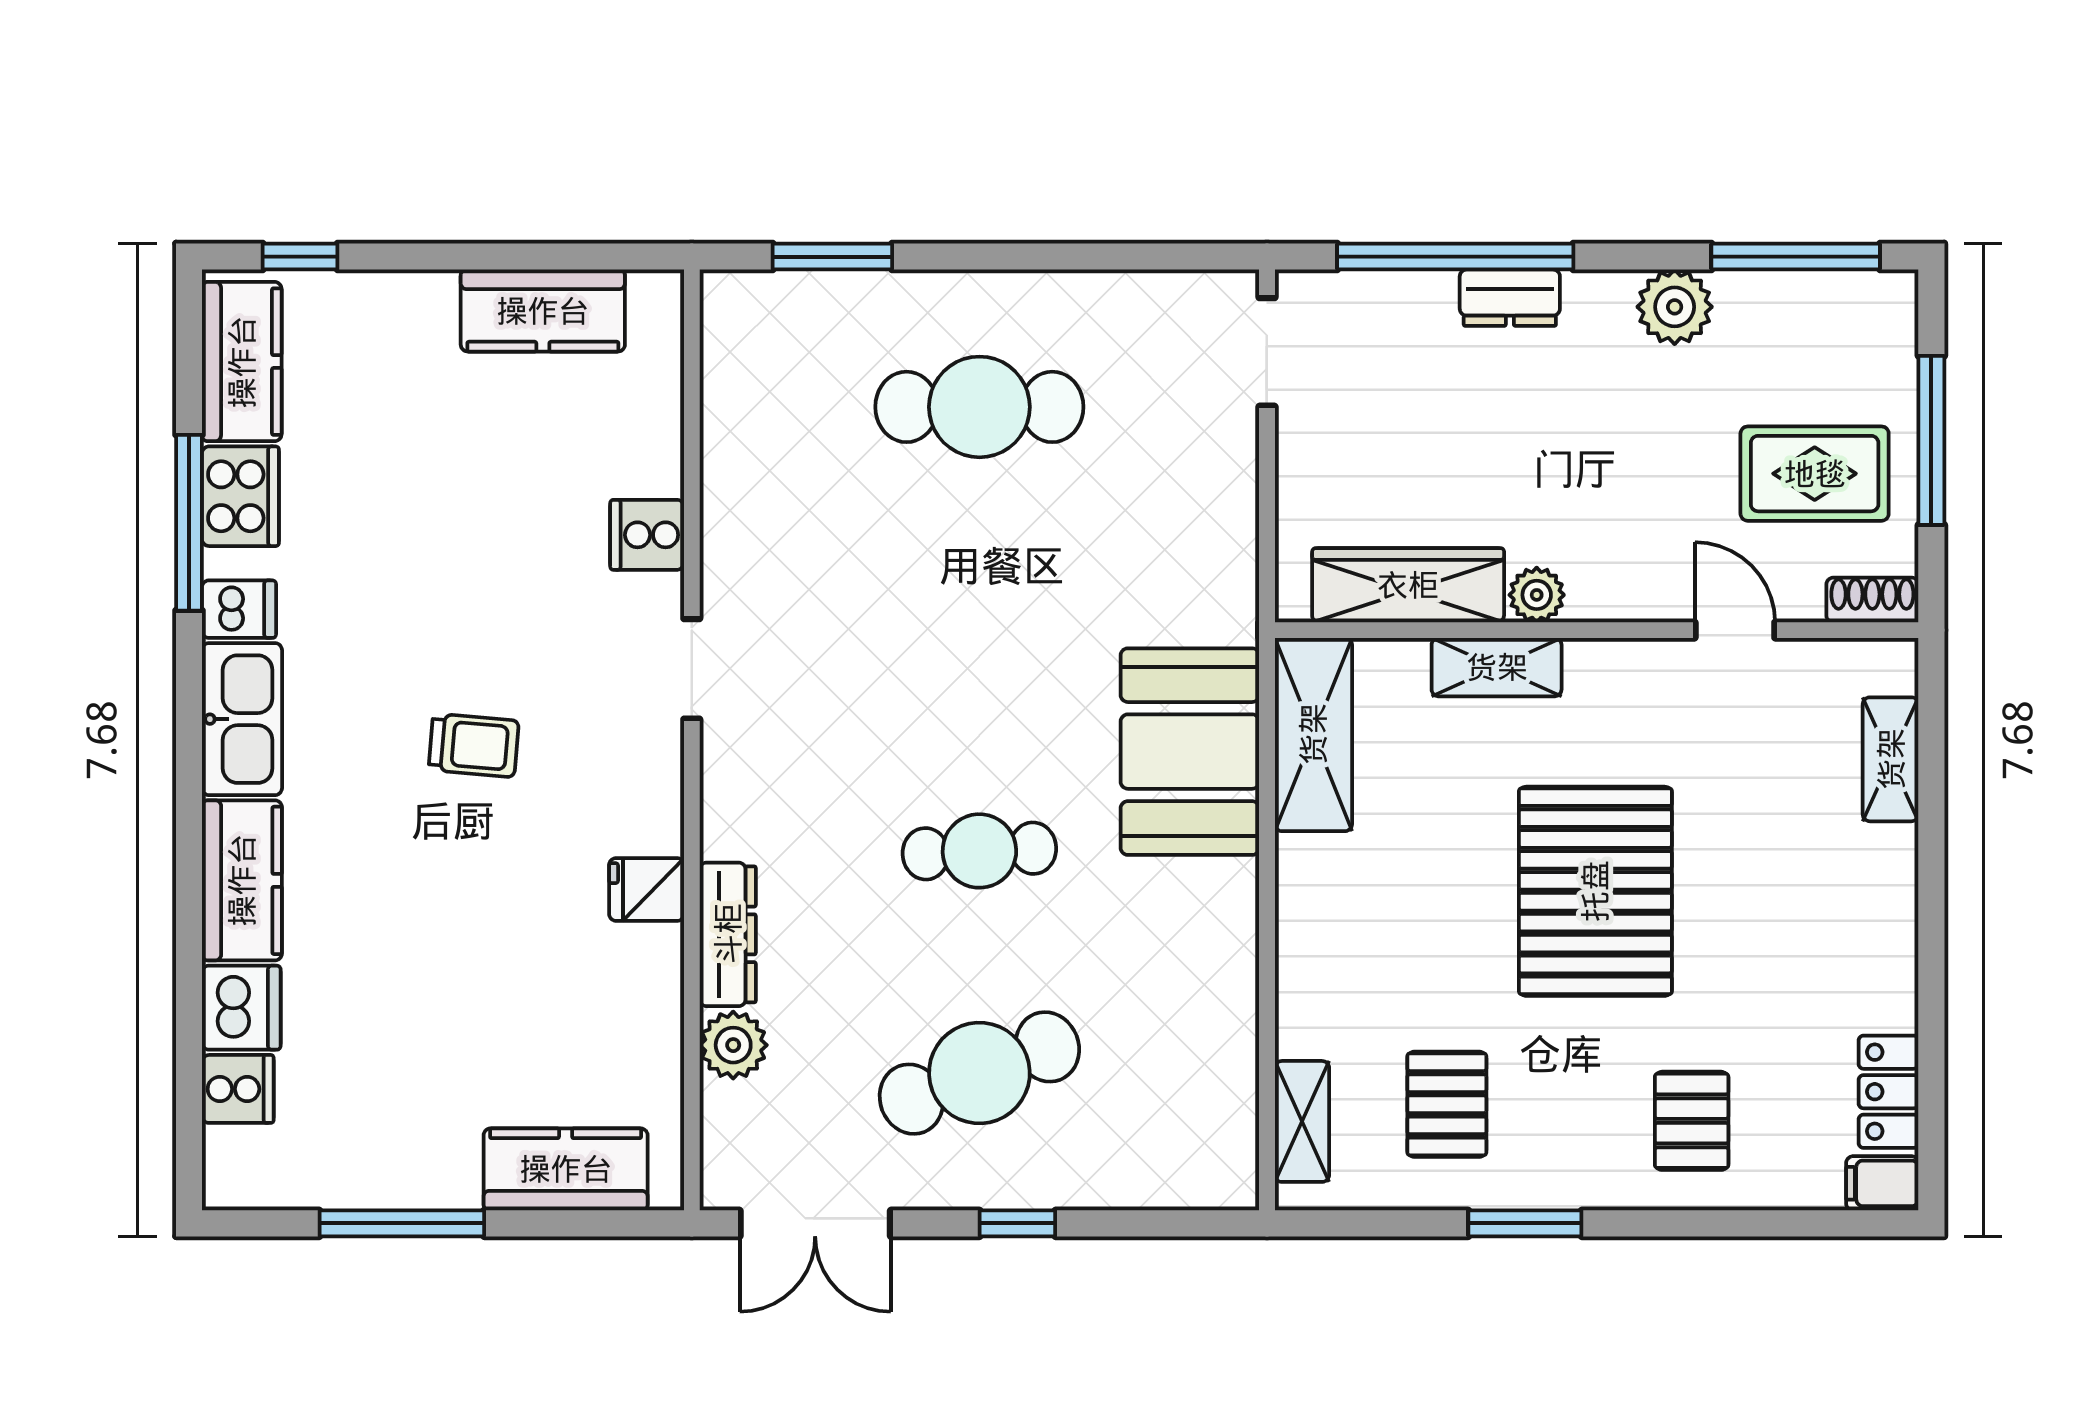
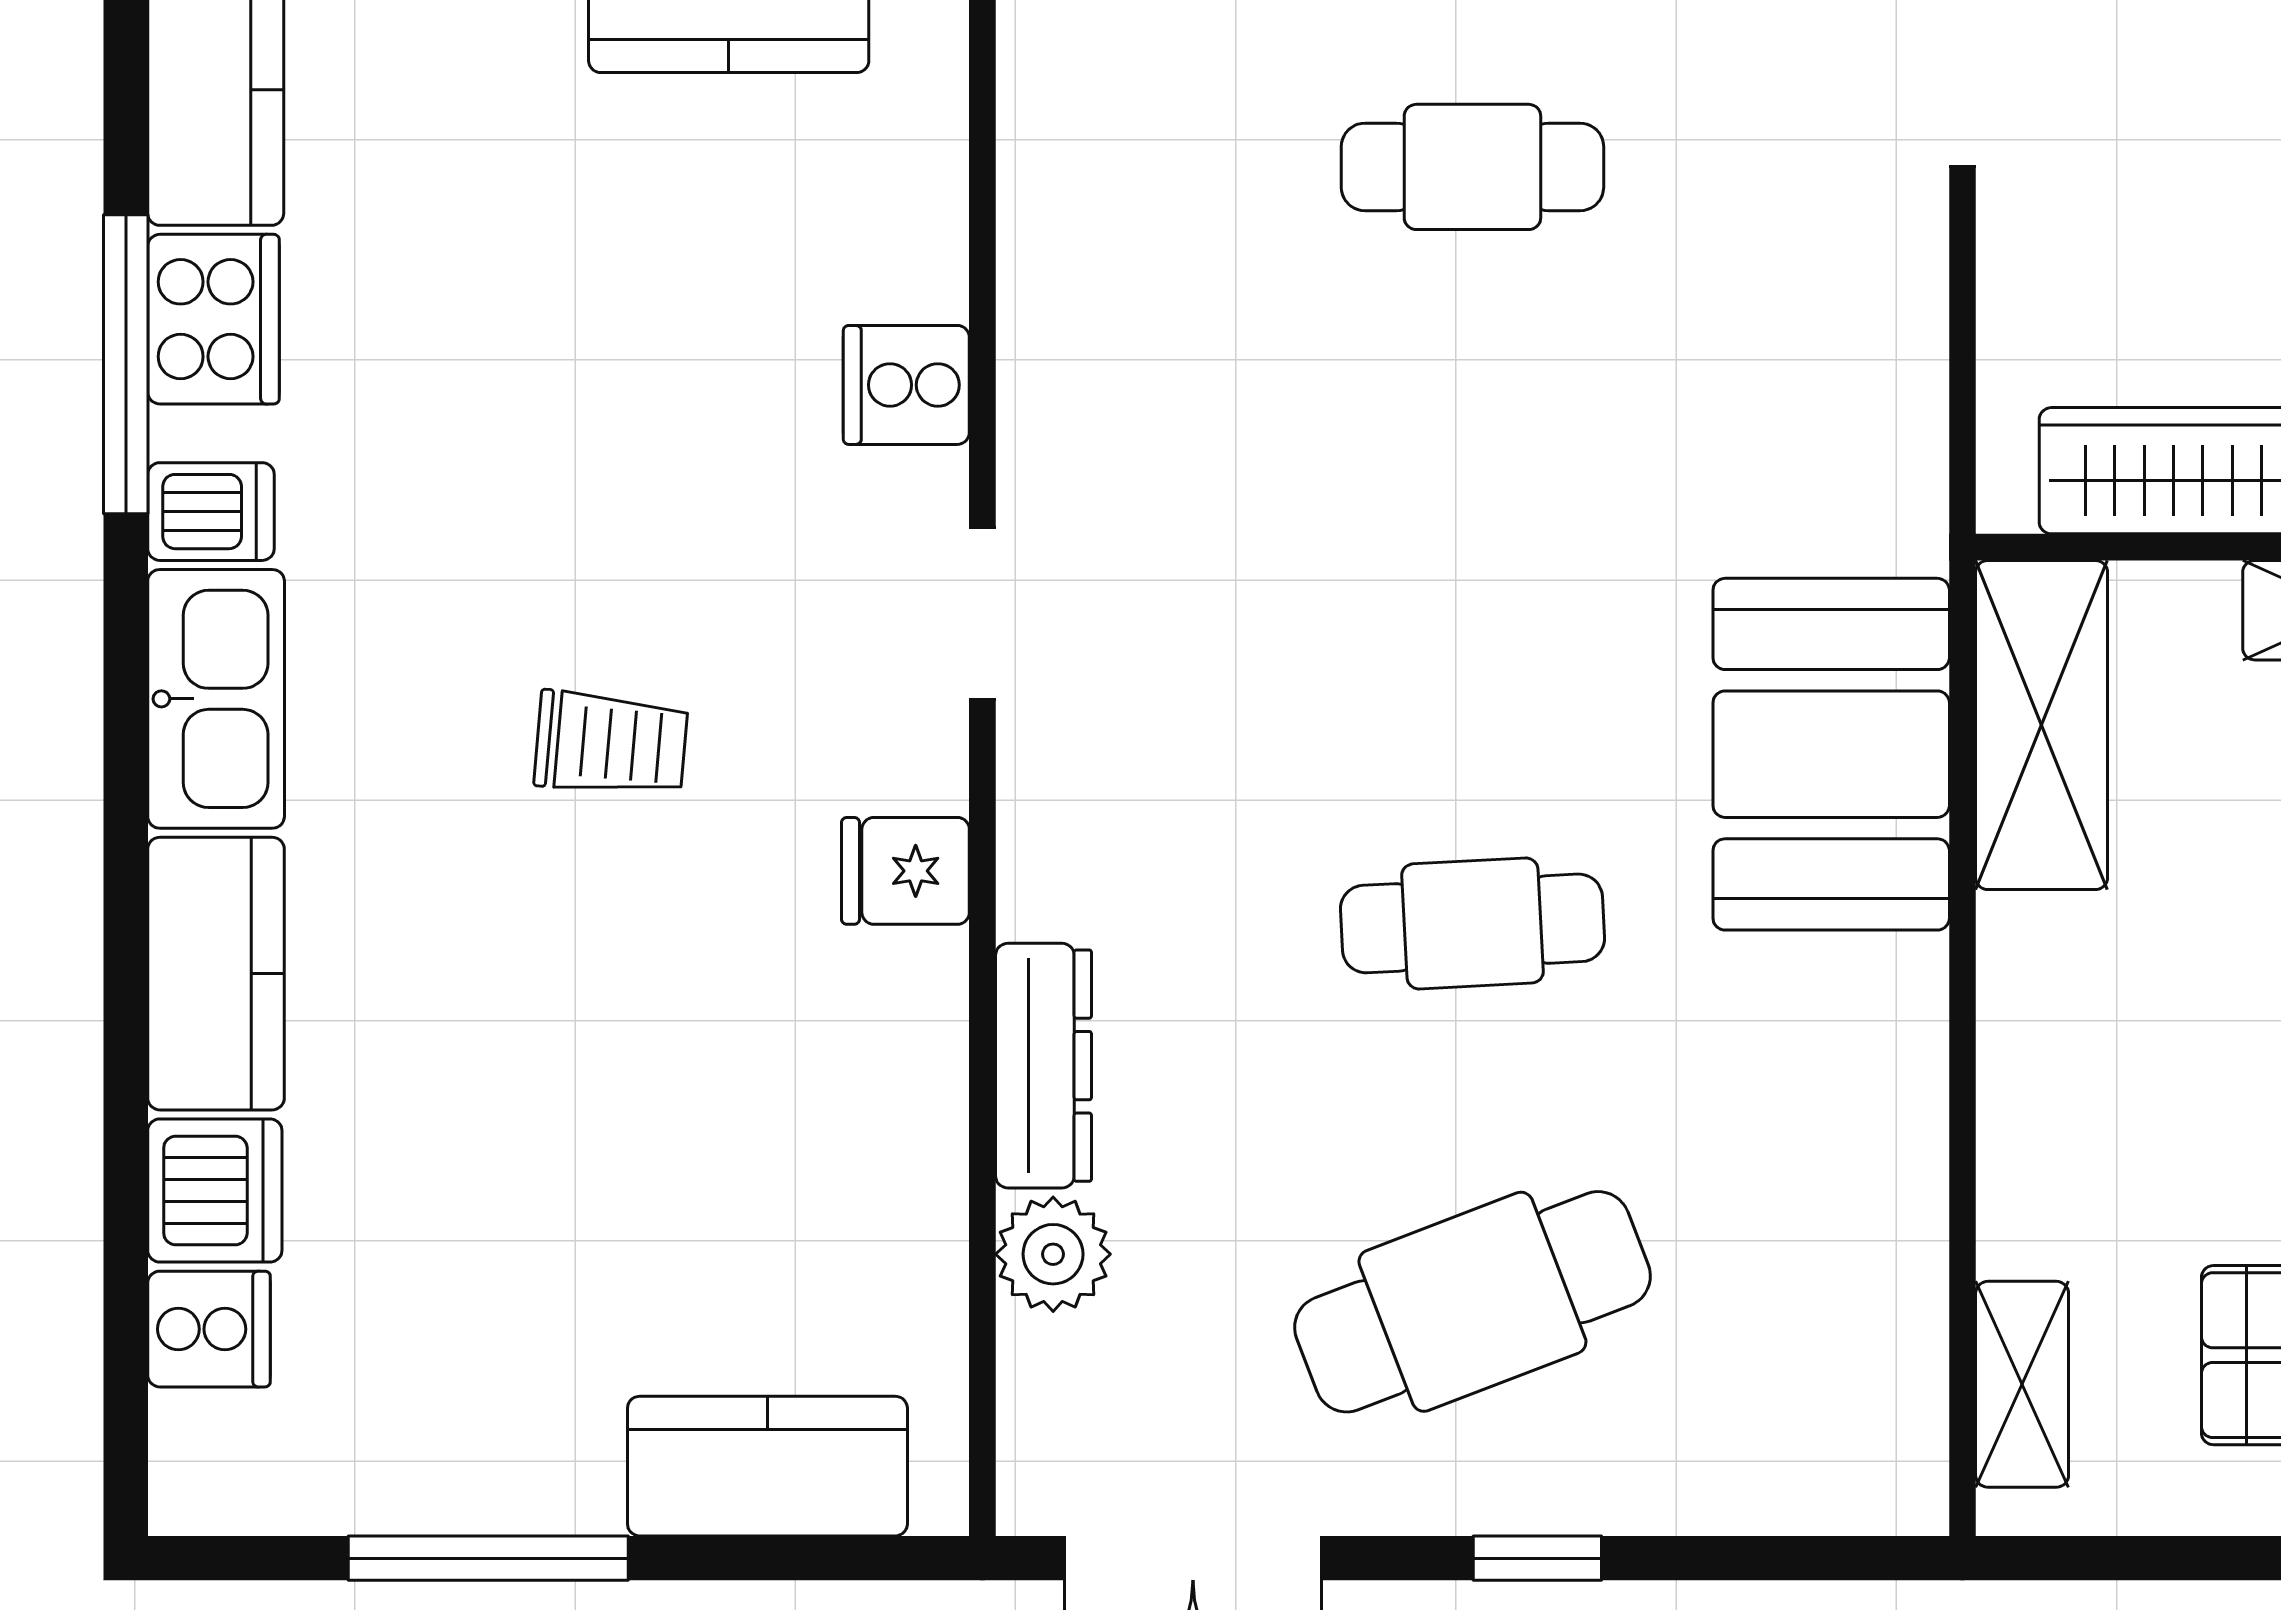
cafe table: (979, 407) -> (1472, 167), width x0.73, depth x0.74
fridge: (647, 889) -> (905, 871), moved

